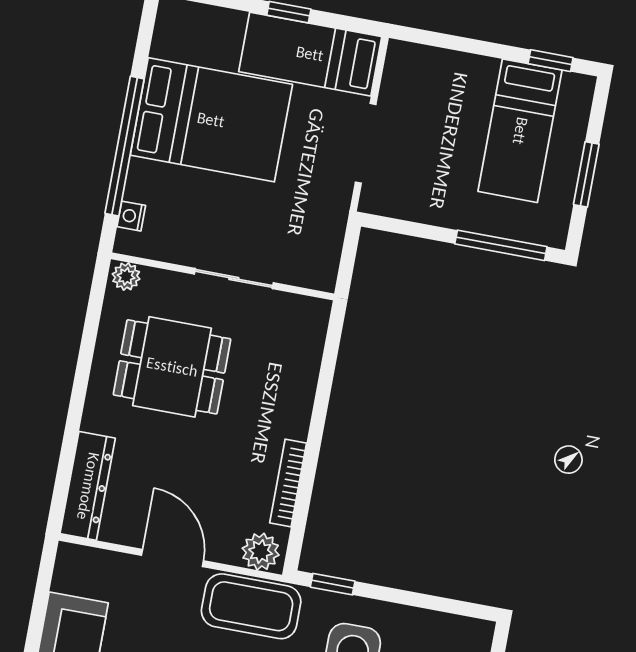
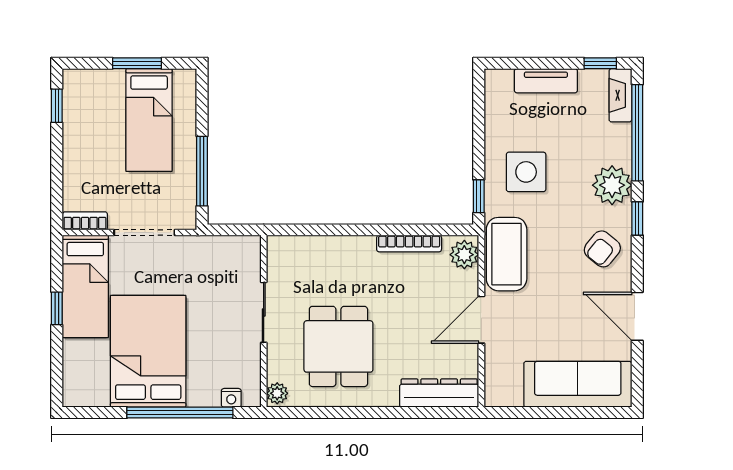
bookcase: (395, 69) -> (85, 221), added
bed: (520, 131) -> (149, 120), moved, turned 90
window: (501, 245) -> (202, 171), moved

